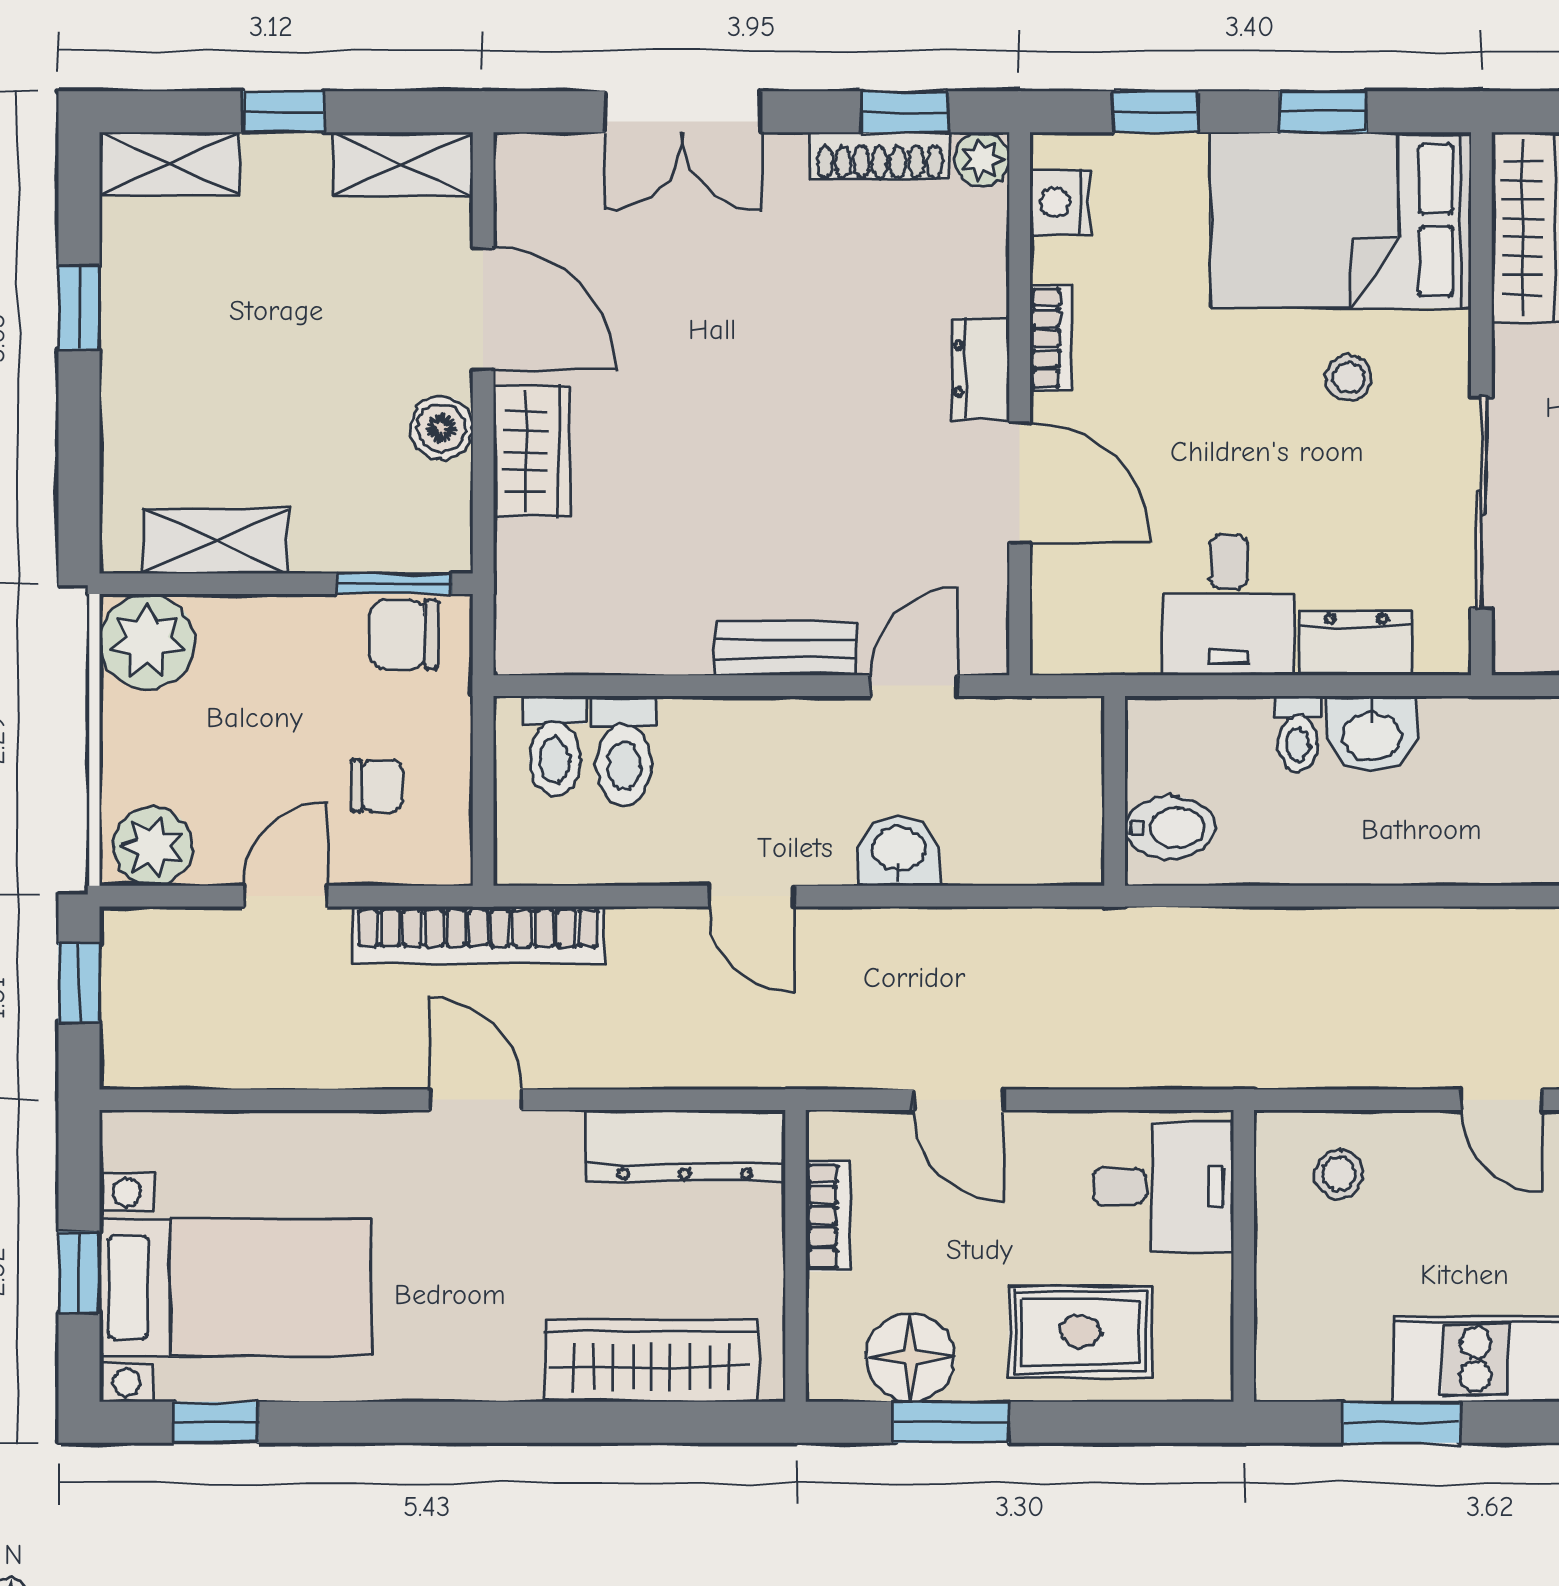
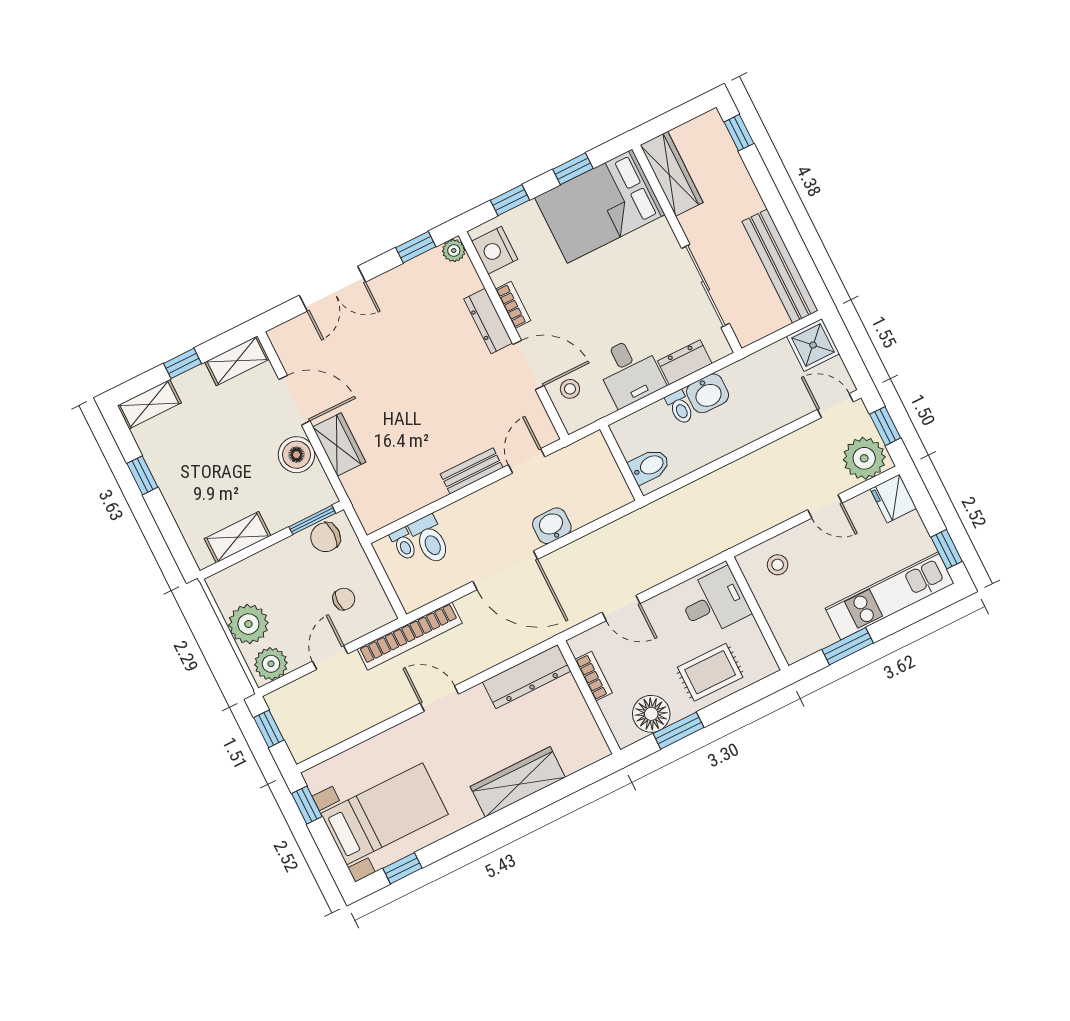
shoe rack: (880, 156) -> (415, 268), removed
nightstand: (1060, 202) -> (495, 250), width x1.36, depth x1.33
dresser: (981, 369) -> (488, 321), width x1.44
stool: (1349, 378) -> (570, 389), moved
boiler: (441, 428) -> (297, 455), width x1.36, depth x1.36
plant: (147, 642) -> (248, 624), moved
toilet: (555, 746) -> (404, 544), width x0.73, depth x0.72
door: (752, 896) -> (505, 570), width x1.88
window: (79, 1272) -> (307, 805), moved
wardrobe: (651, 1361) -> (518, 782), moved

